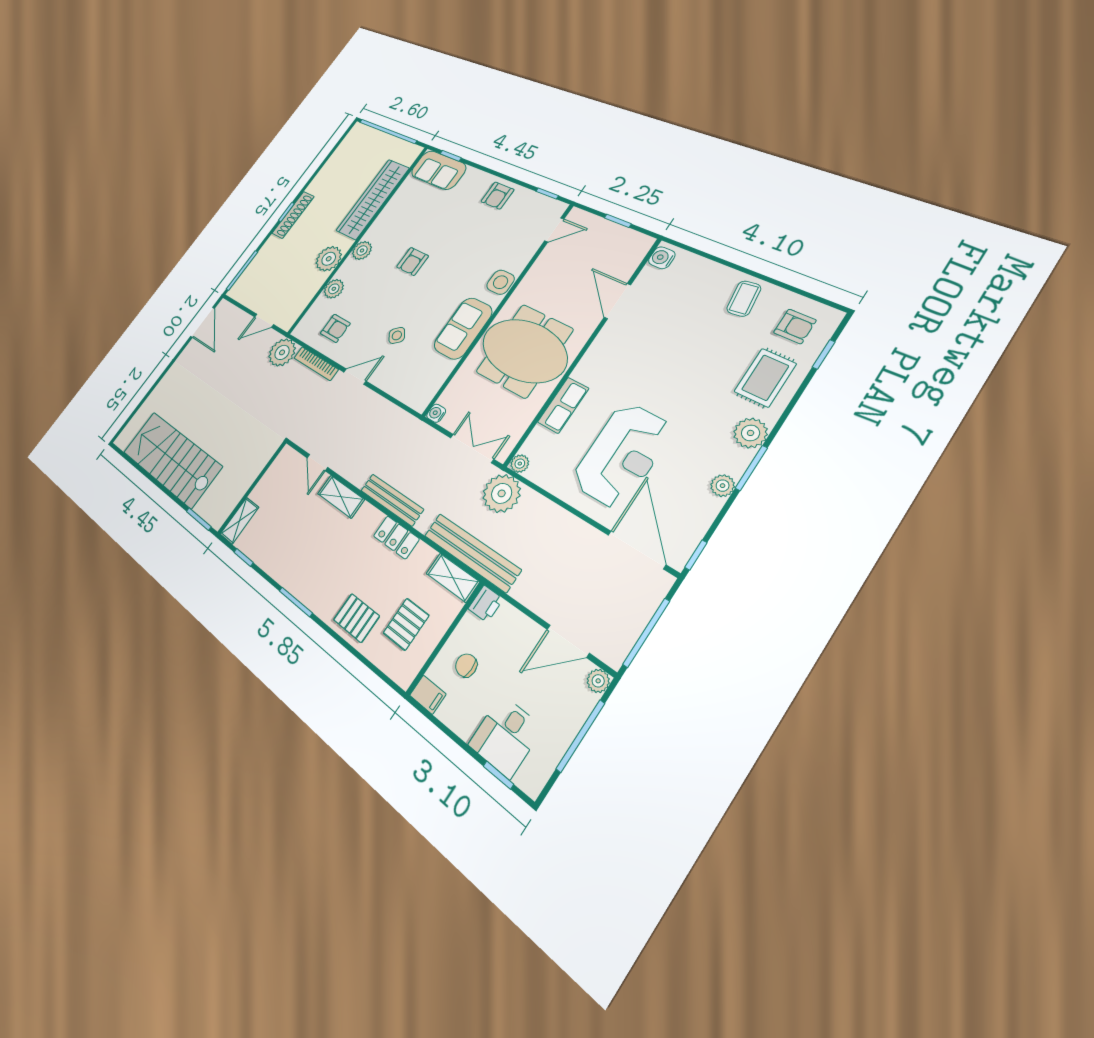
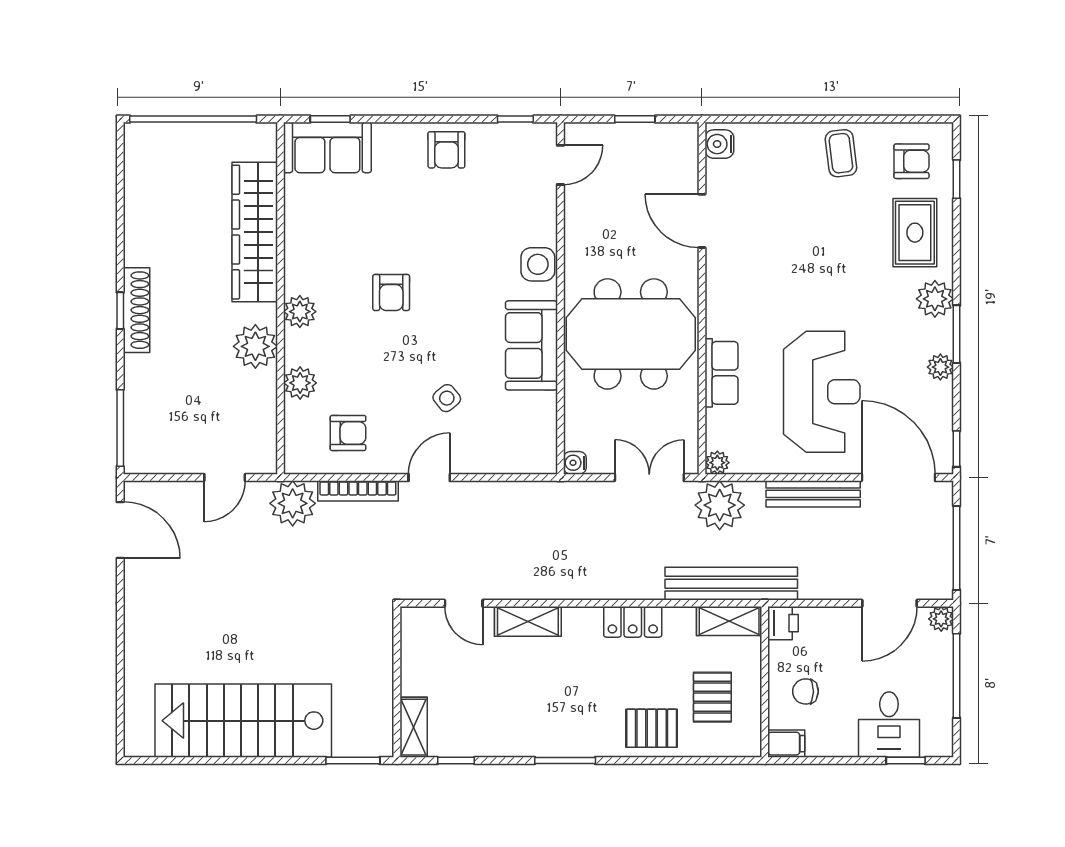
bench: (392, 500) -> (813, 494), moved

